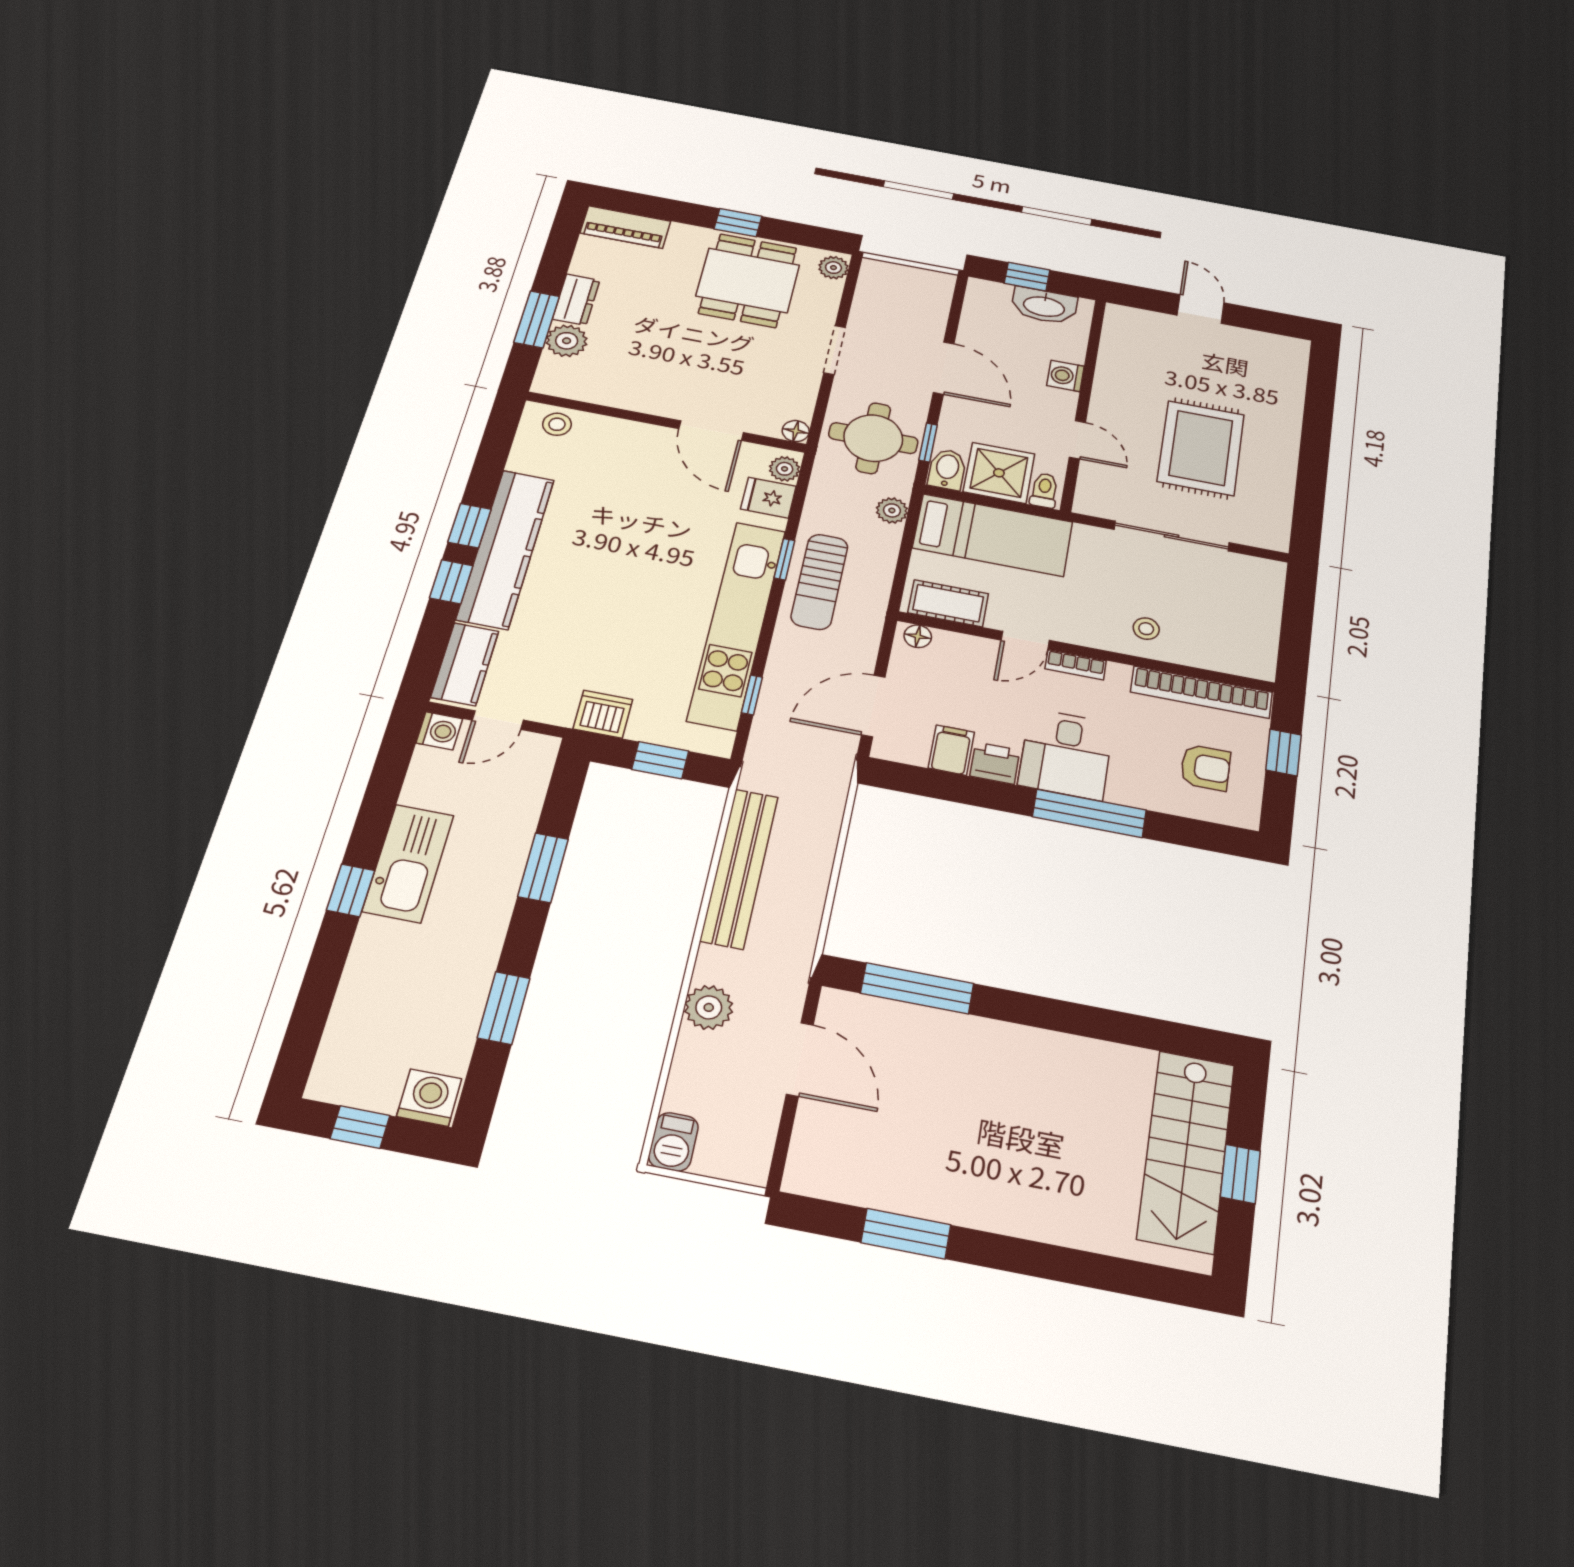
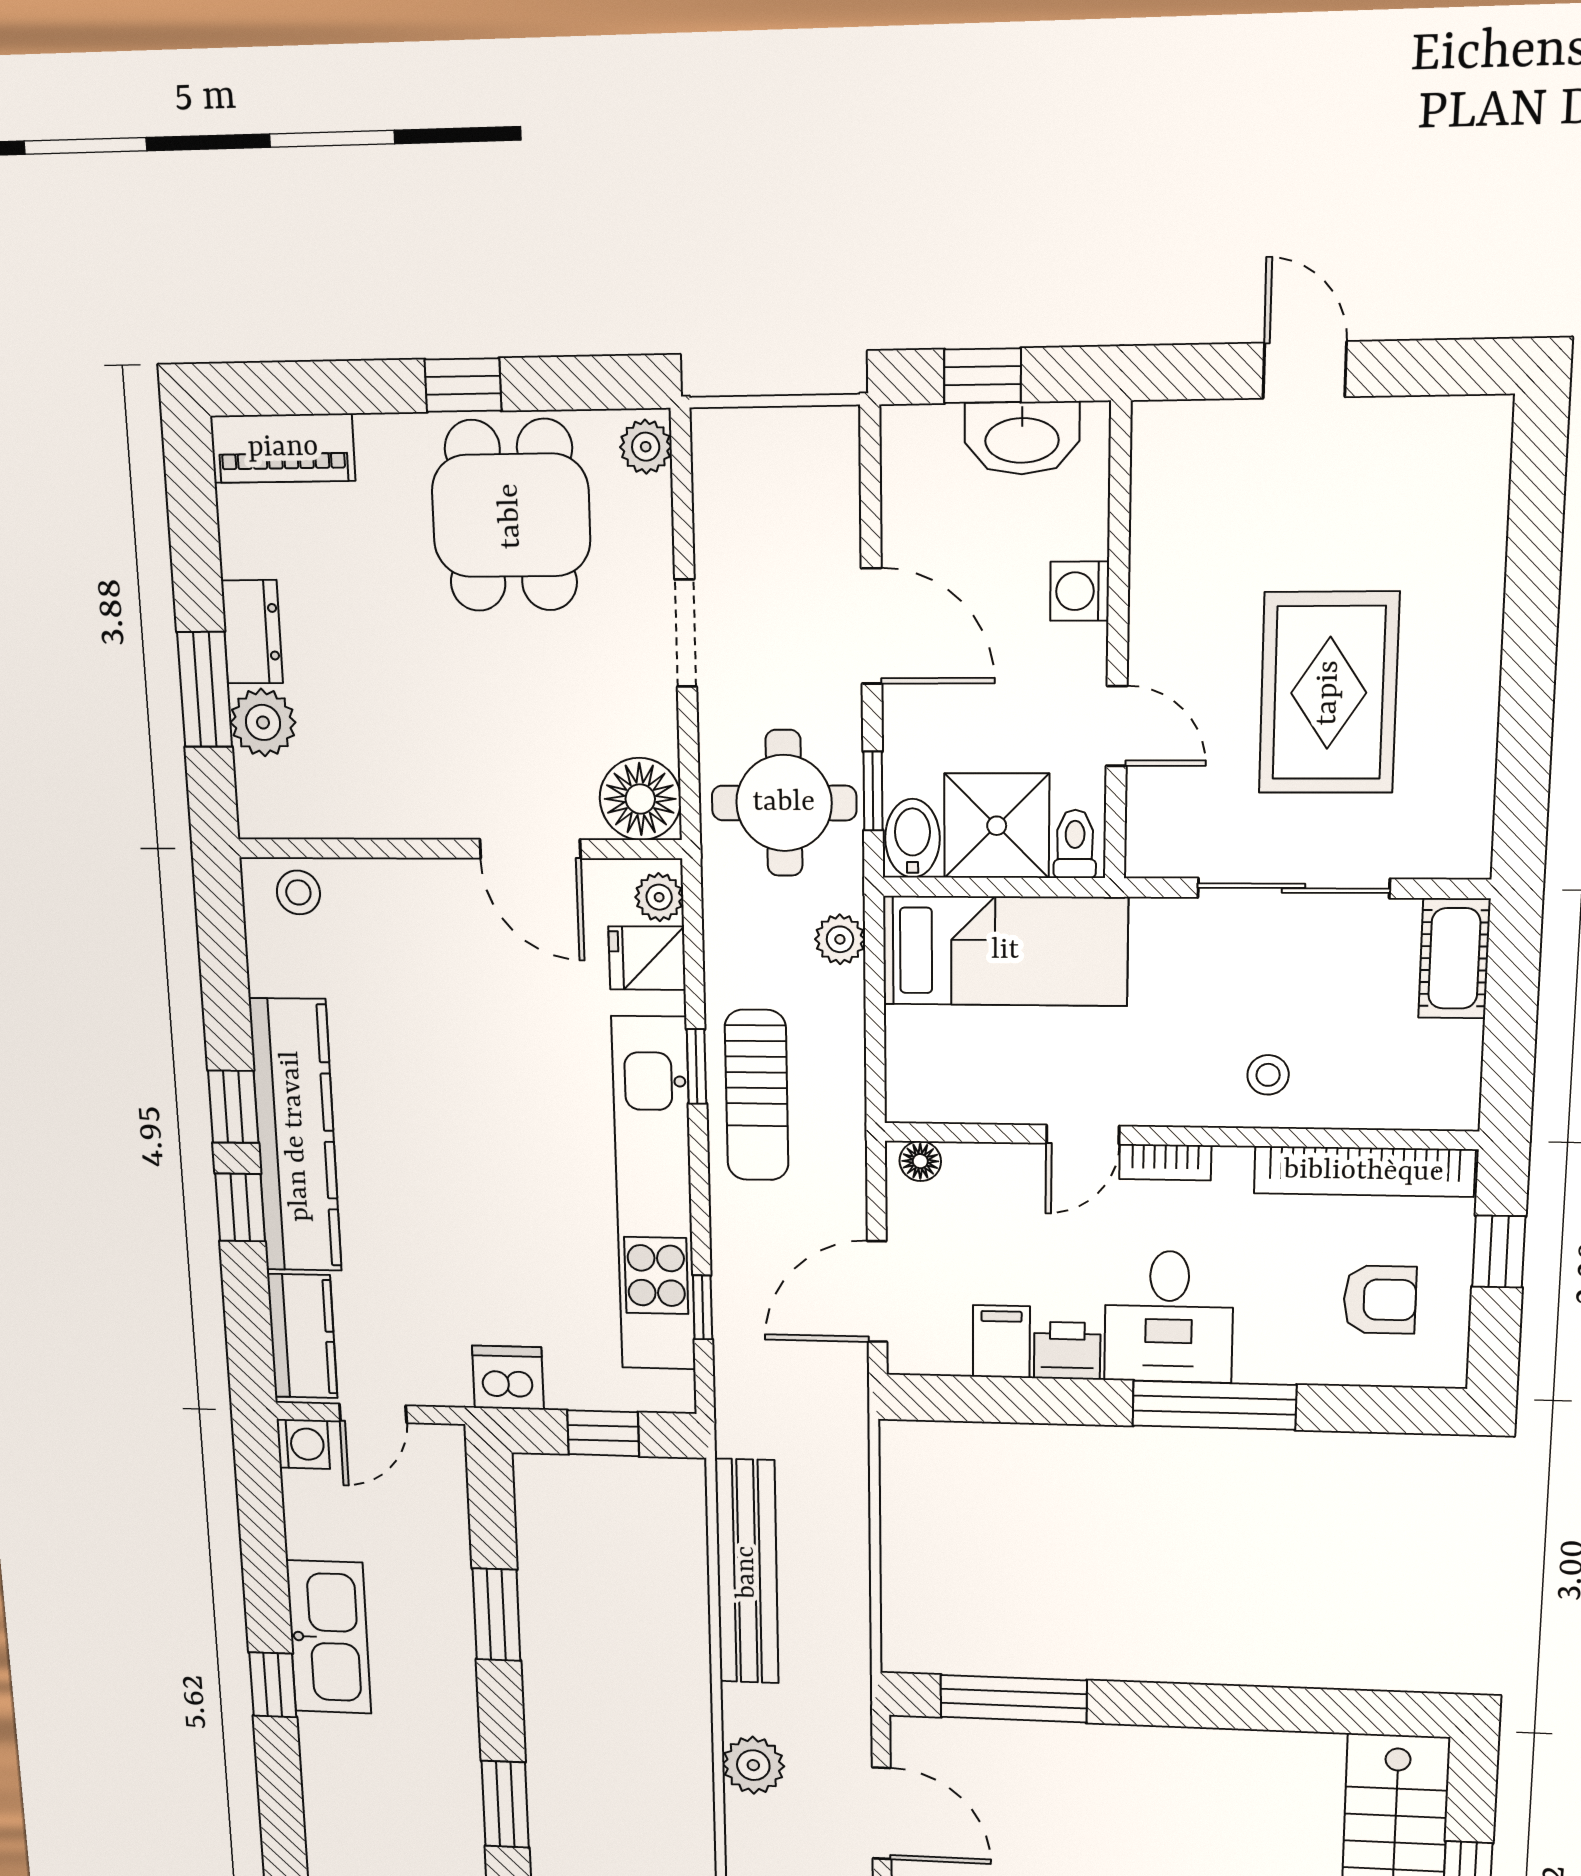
floor lamp: (796, 431) -> (640, 799), width x1.89, depth x1.89
cot: (948, 603) -> (1454, 958), moved, turned 90

